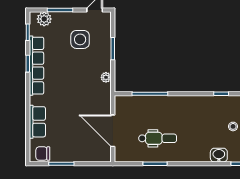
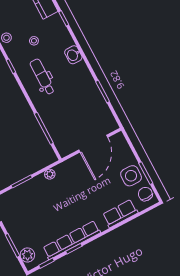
side table: (80, 39) -> (131, 176), moved
dental chair: (158, 138) -> (42, 77), moved
chair: (43, 154) -> (145, 194), turned 180
washbasin: (219, 155) -> (73, 55), moved

